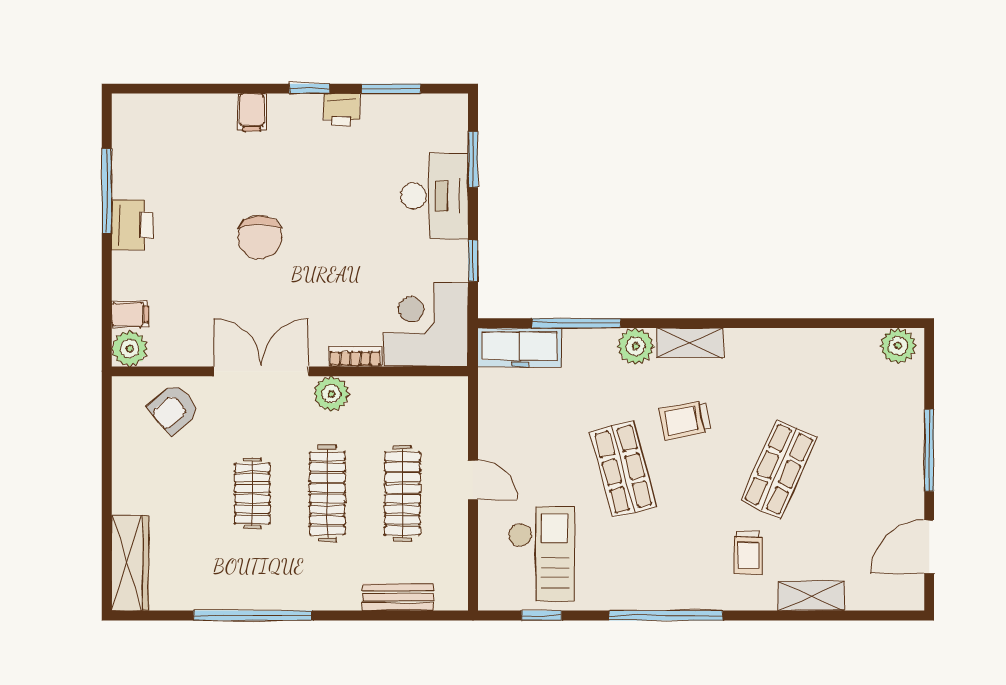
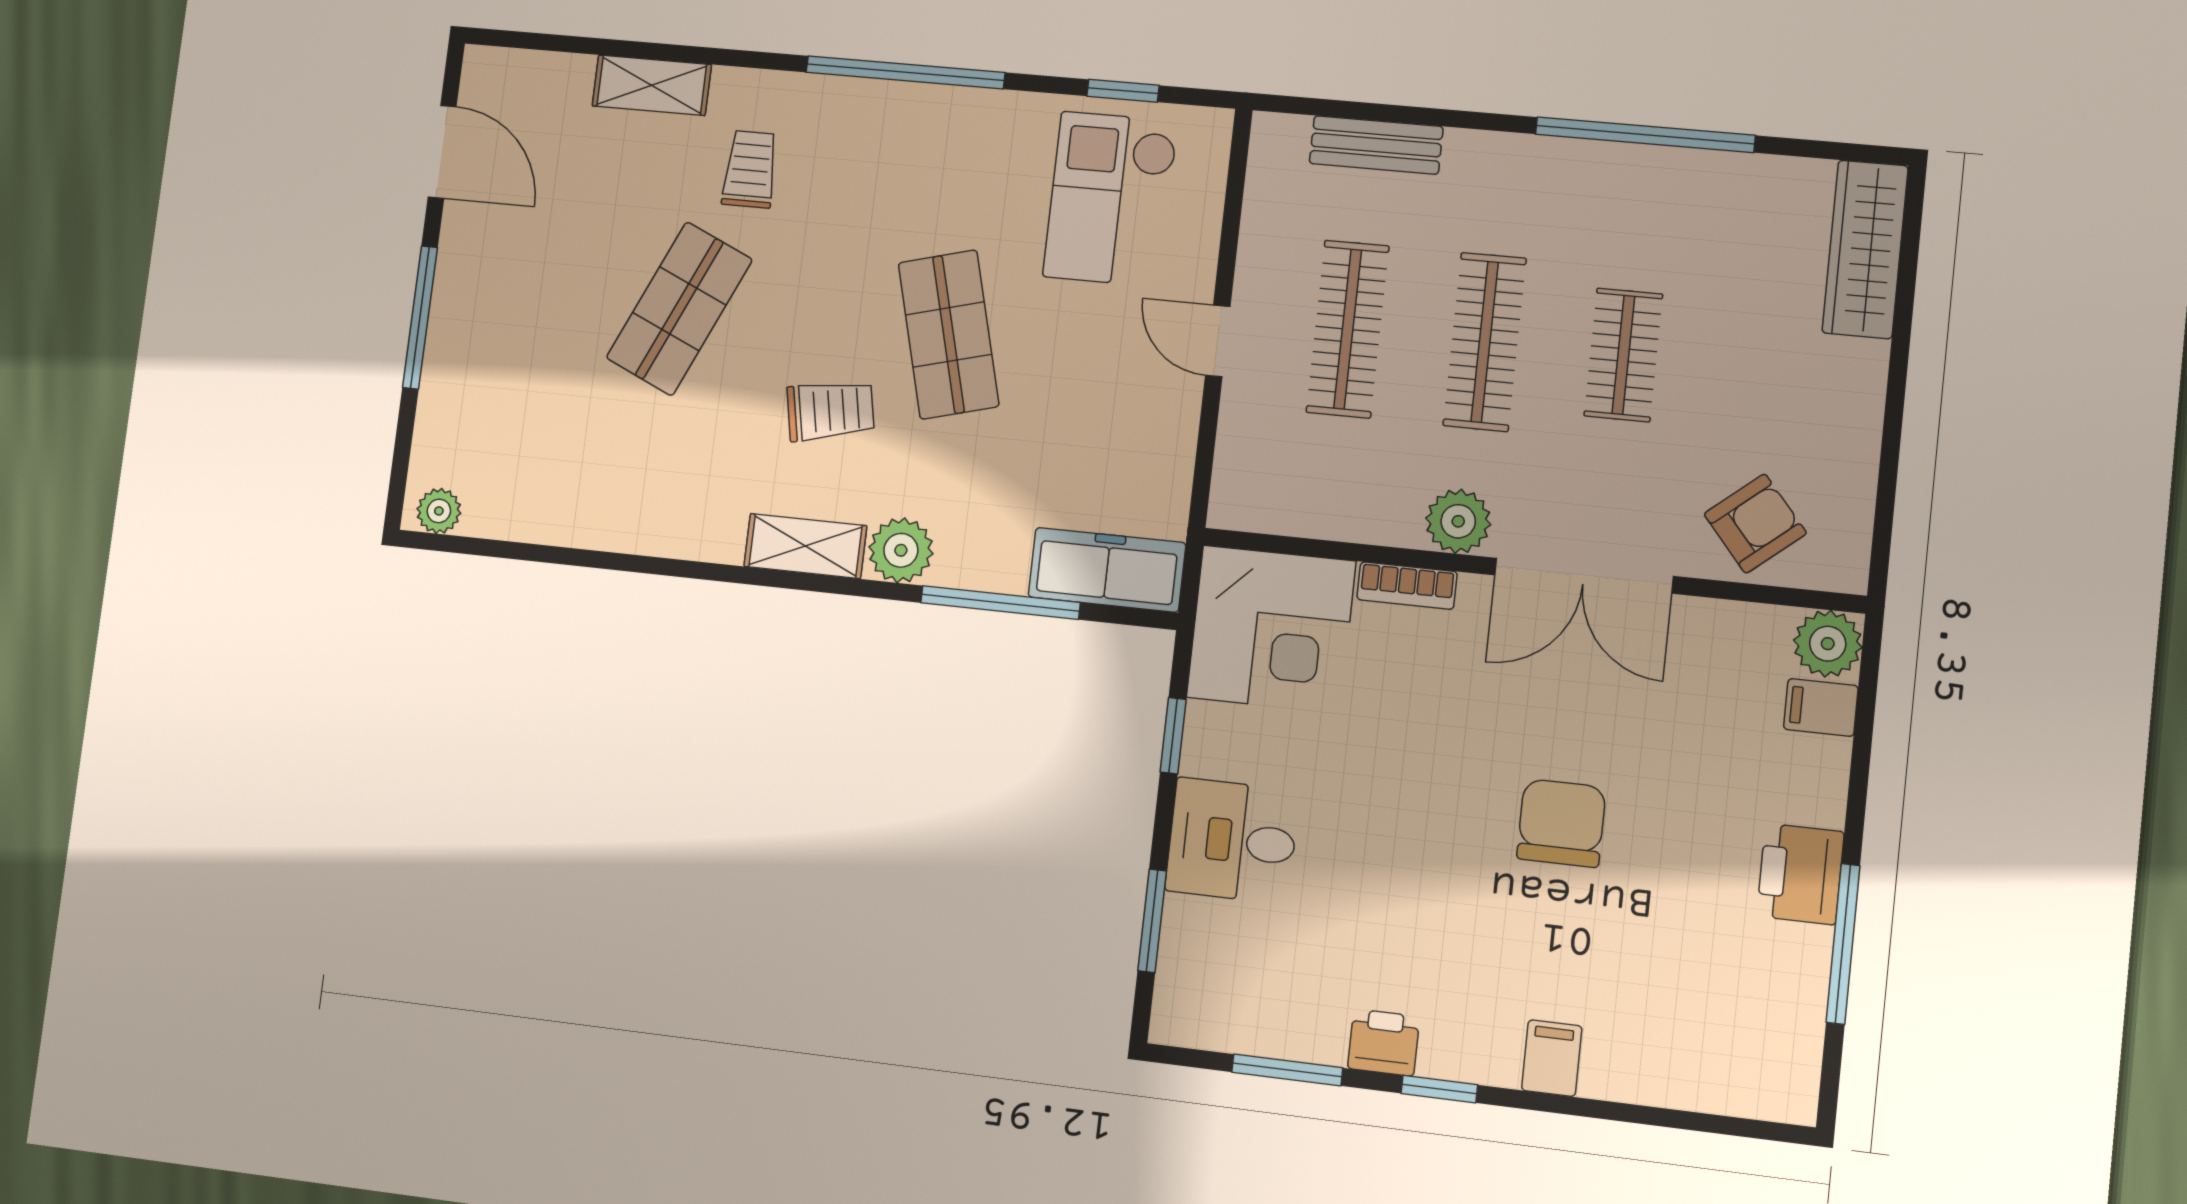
desk: (434, 196) -> (1232, 841), width x0.73
plant: (898, 346) -> (439, 511), width x0.73, depth x0.73
door: (929, 547) -> (442, 152), hinge flipped

